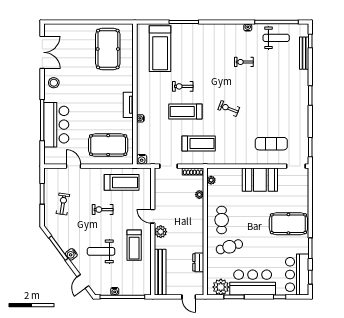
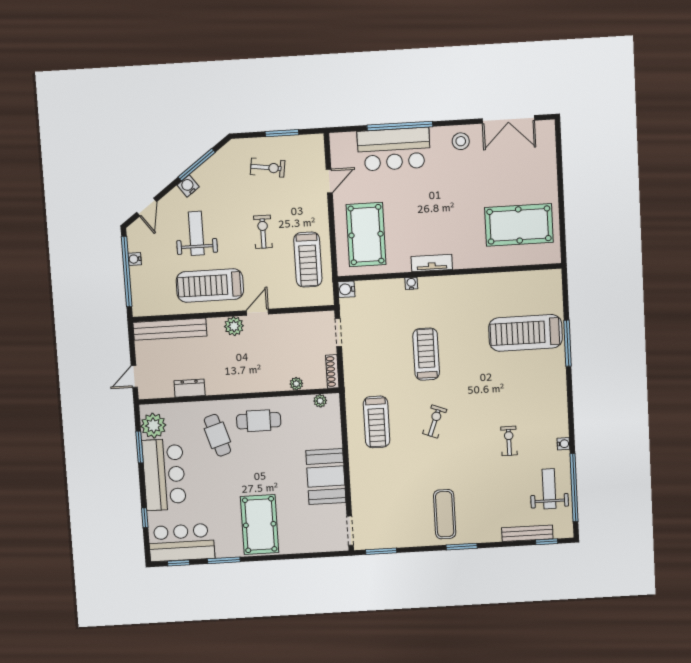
weight bench: (276, 38) -> (549, 489), turned 180
treadmill: (160, 49) -> (526, 333), moved
exercise bike: (183, 86) -> (466, 347), removed
treadmill: (199, 144) -> (377, 422), moved
exercise mat: (271, 144) -> (445, 514), moved
treadmill: (134, 245) -> (210, 285), width x1.37, depth x1.38
door: (83, 281) -> (147, 207), swing flipped

